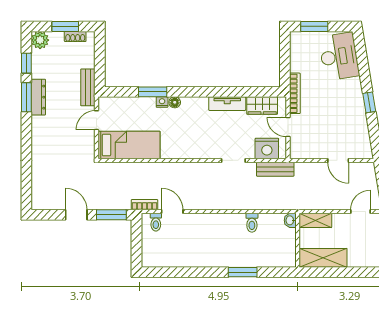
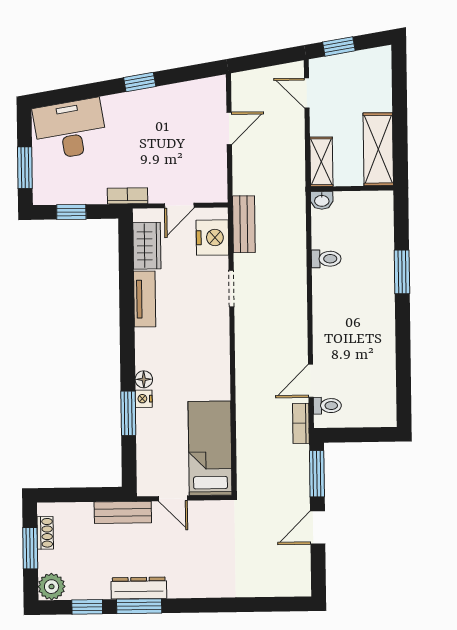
window: (285, 56) -> (71, 212), added
bookcase: (295, 93) -> (128, 196), width x0.64

